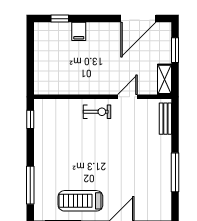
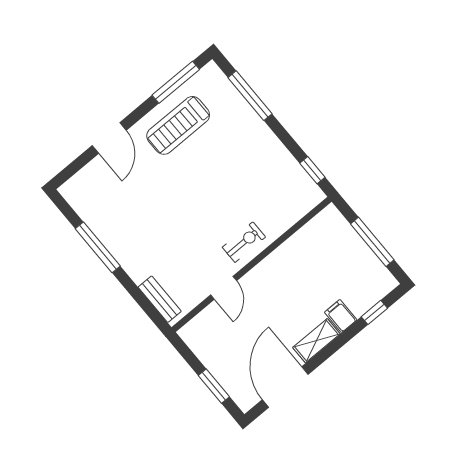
window: (30, 56) -> (372, 242), added
shelving: (165, 79) -> (316, 341), moved, turned 90
exercise bike: (97, 112) -> (244, 242), turned 180
treadmill: (80, 201) -> (178, 125), turned 180

